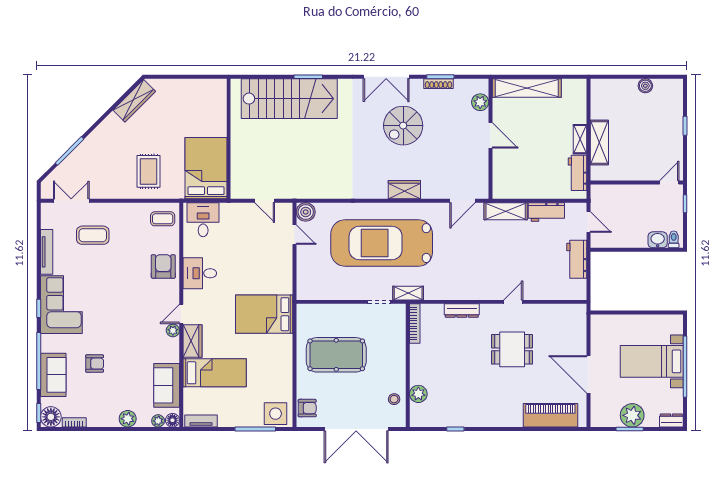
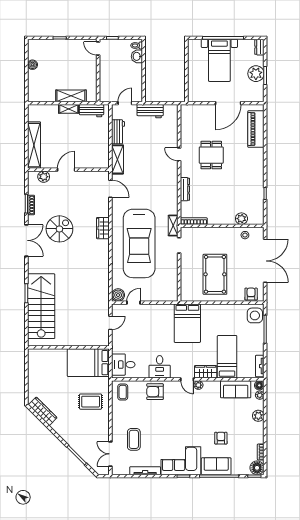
spiral stairs: (403, 126) -> (59, 229), turned -90
sofa: (53, 375) -> (216, 466), moved

